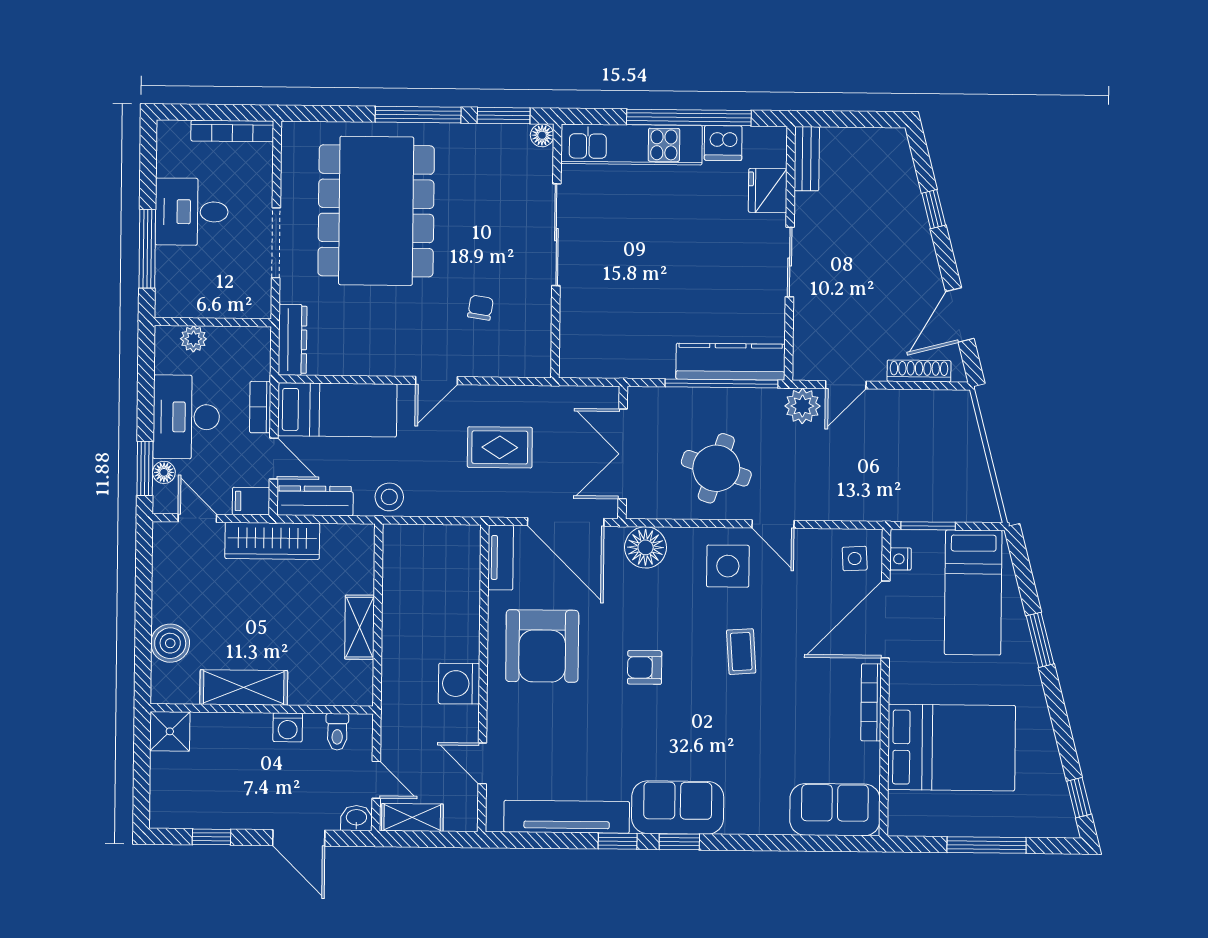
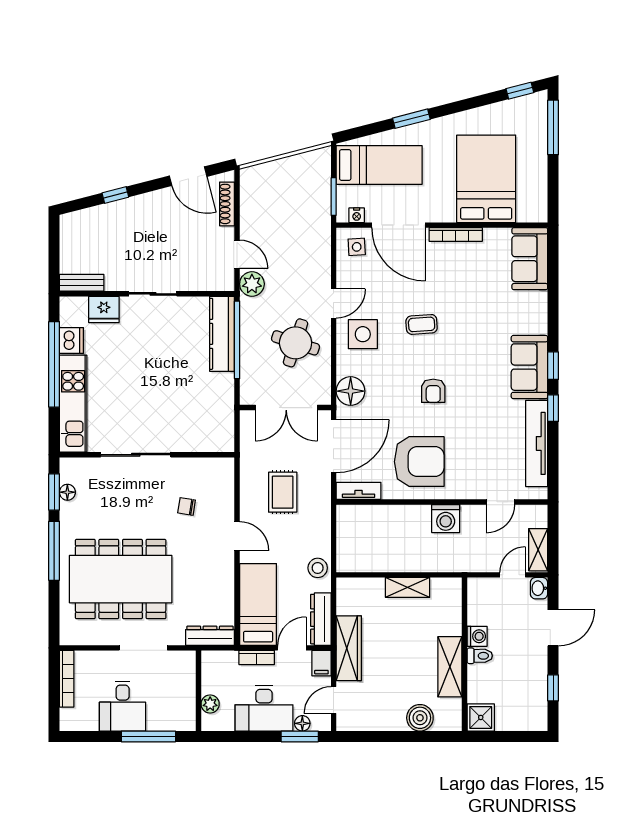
floor lamp: (542, 135) -> (67, 492), moved
toilet: (337, 732) -> (480, 656), moved
window: (987, 845) -> (553, 127), moved

